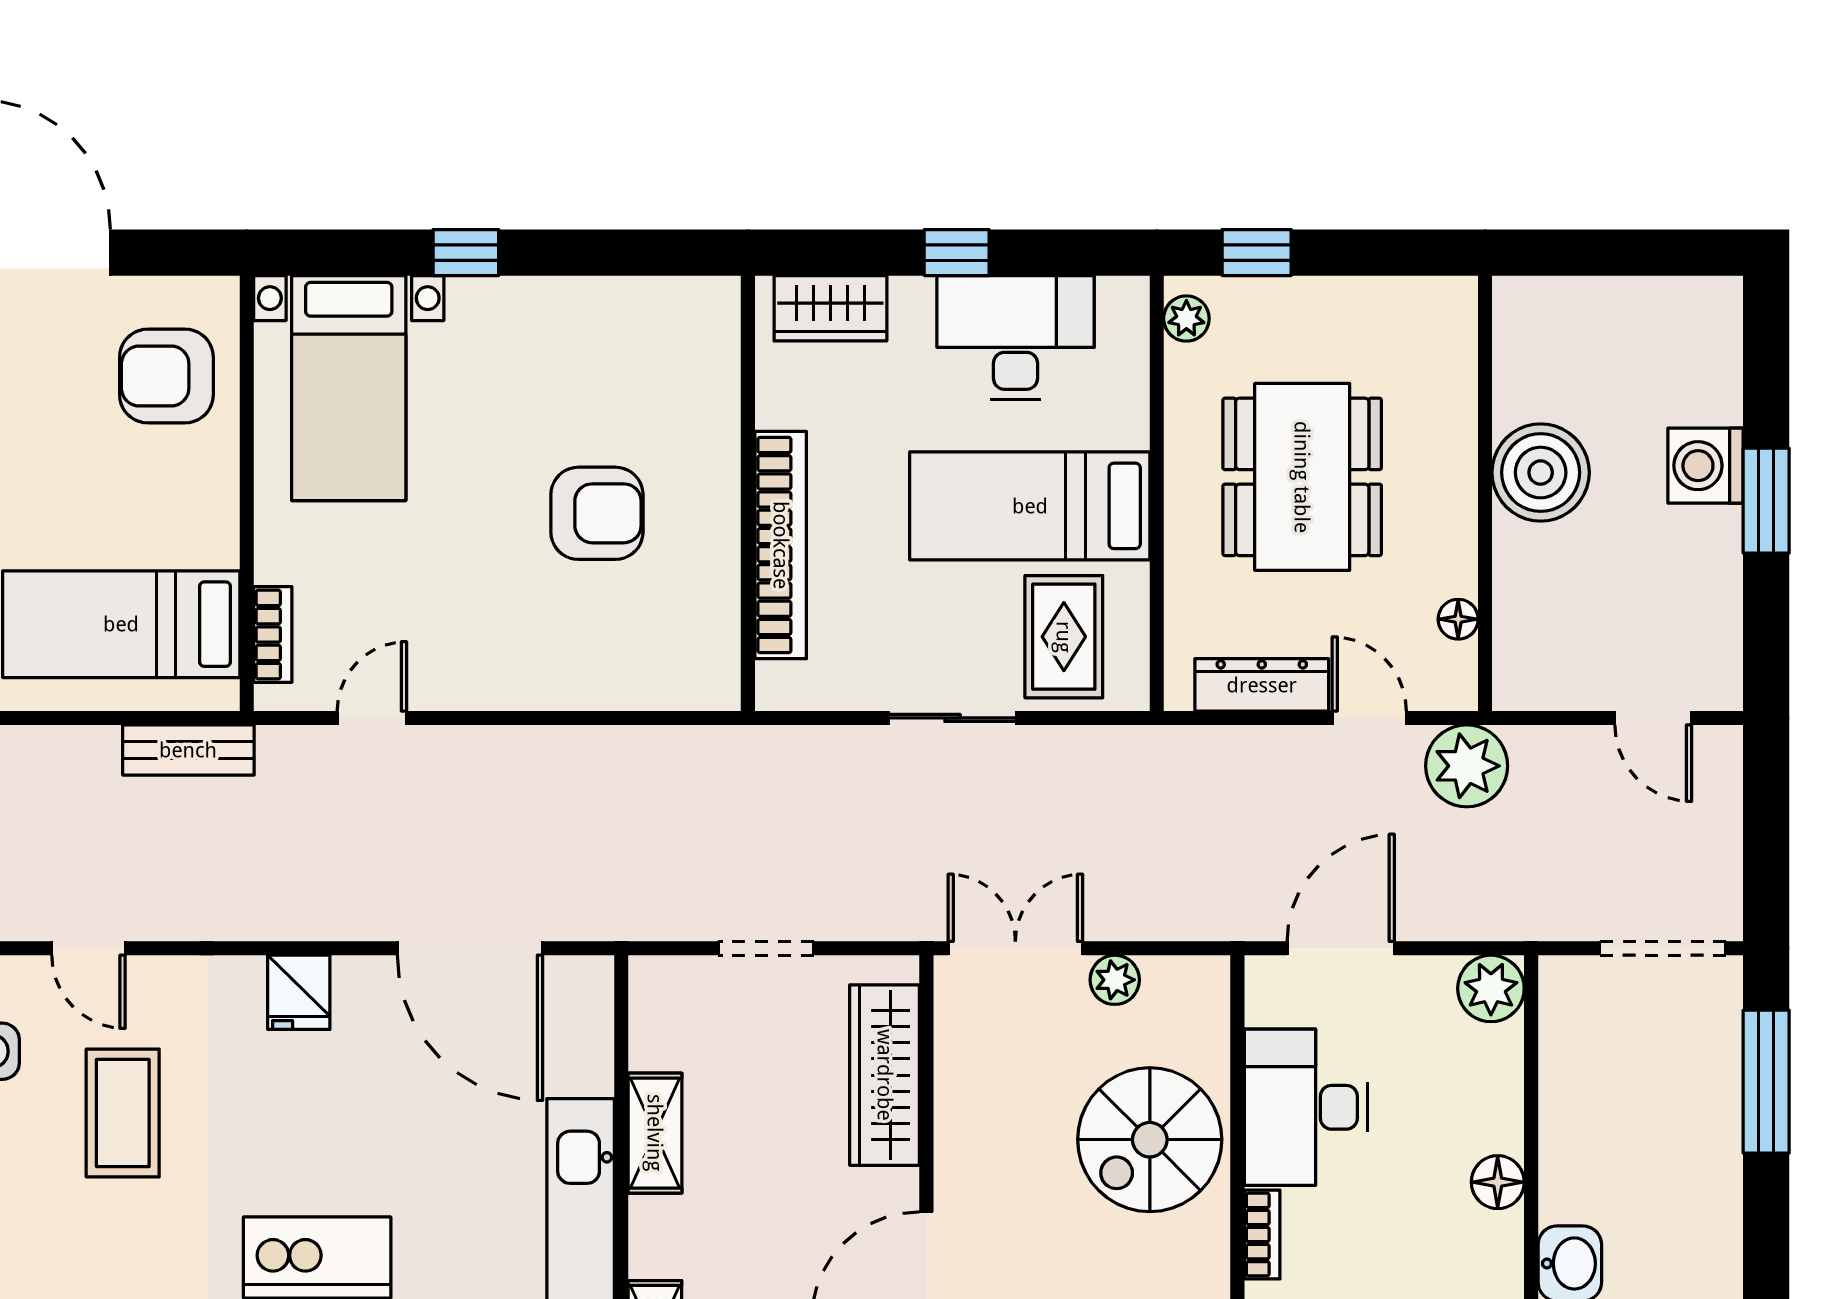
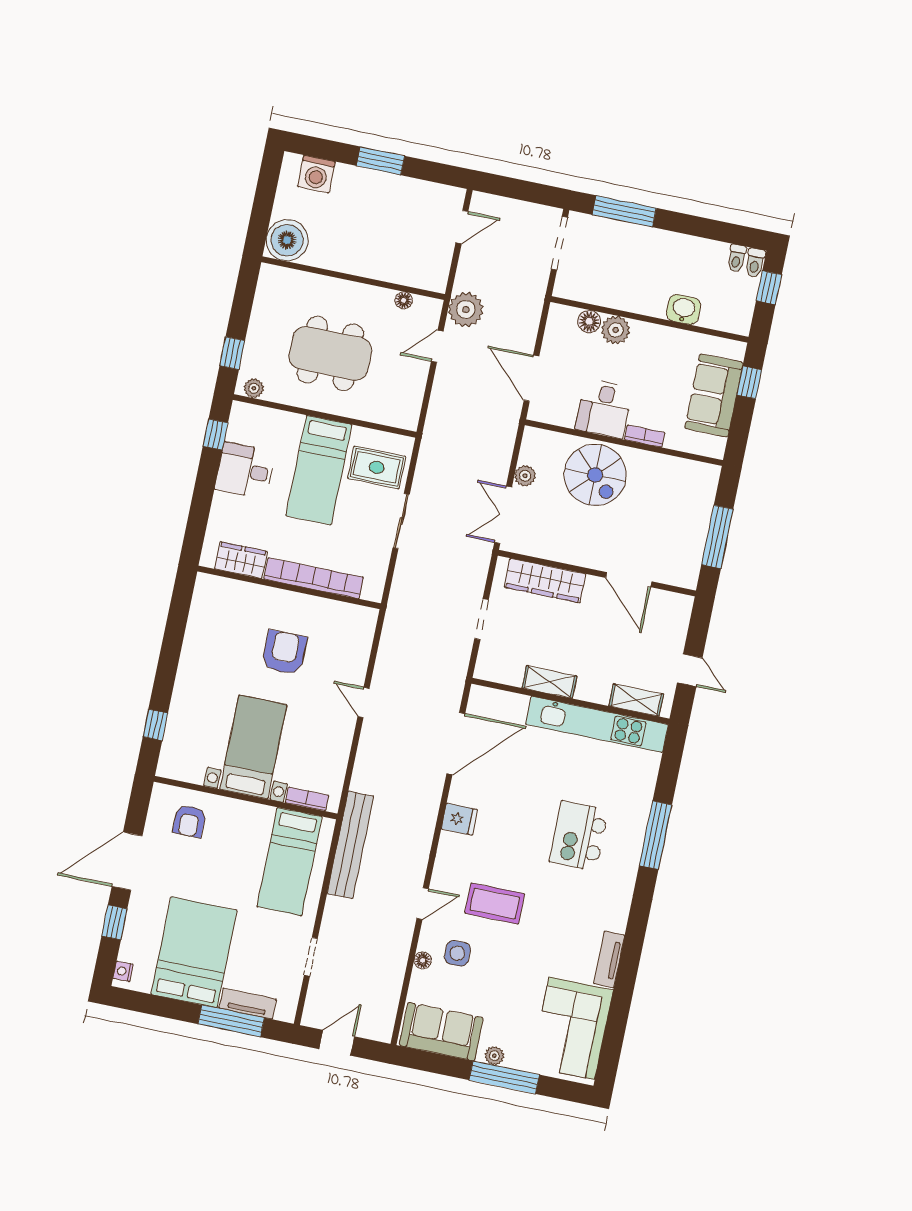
window: (466, 253) -> (155, 725), moved
window: (957, 253) -> (215, 434), moved
wardrobe: (830, 308) -> (241, 560), moved, turned -90
desk: (1015, 337) -> (245, 471), width x0.73
armchair: (166, 376) -> (189, 821), width x0.72, depth x0.72
bed with nightstands: (349, 388) -> (253, 747), moved, turned -90
washing machine: (1705, 466) -> (316, 174), moved
boiler: (1541, 473) -> (287, 240), moved
dresser: (1262, 685) -> (414, 388), removed
door: (372, 718) -> (364, 702), moved
bench: (188, 750) -> (350, 845), width x1.86, depth x1.21
plant: (1491, 988) -> (616, 330), moved
desk: (1306, 1107) -> (604, 409), width x0.73
floor lamp: (1498, 1182) -> (589, 321), moved

